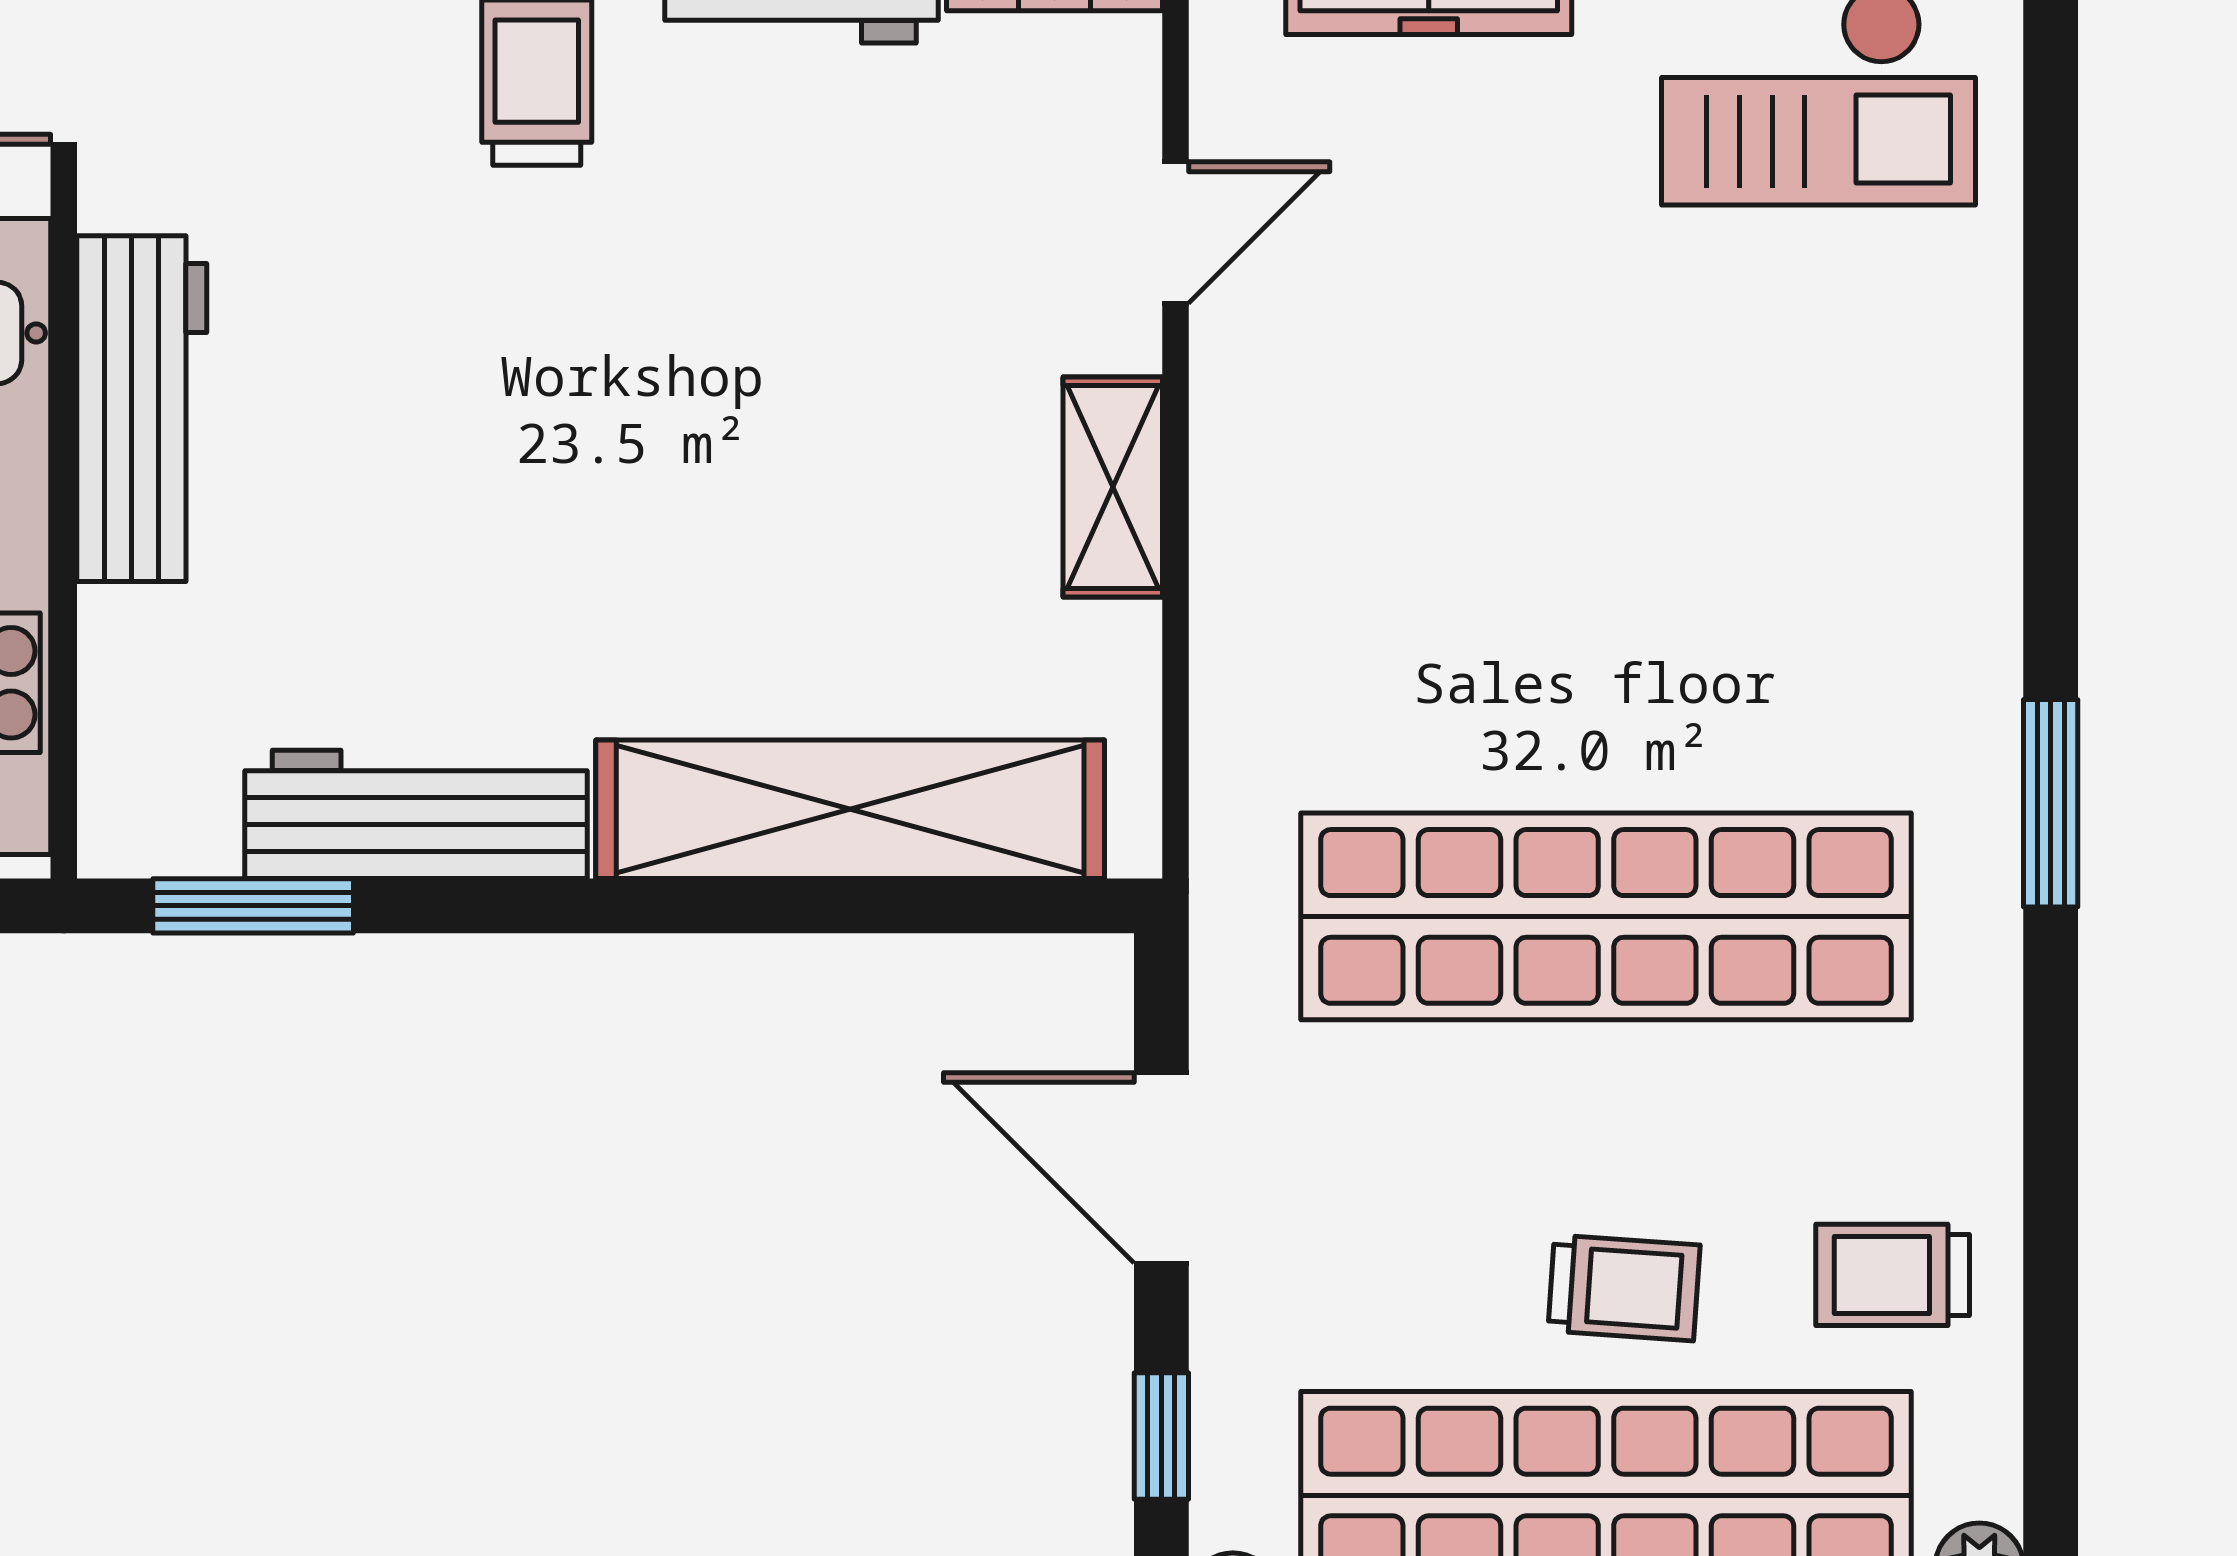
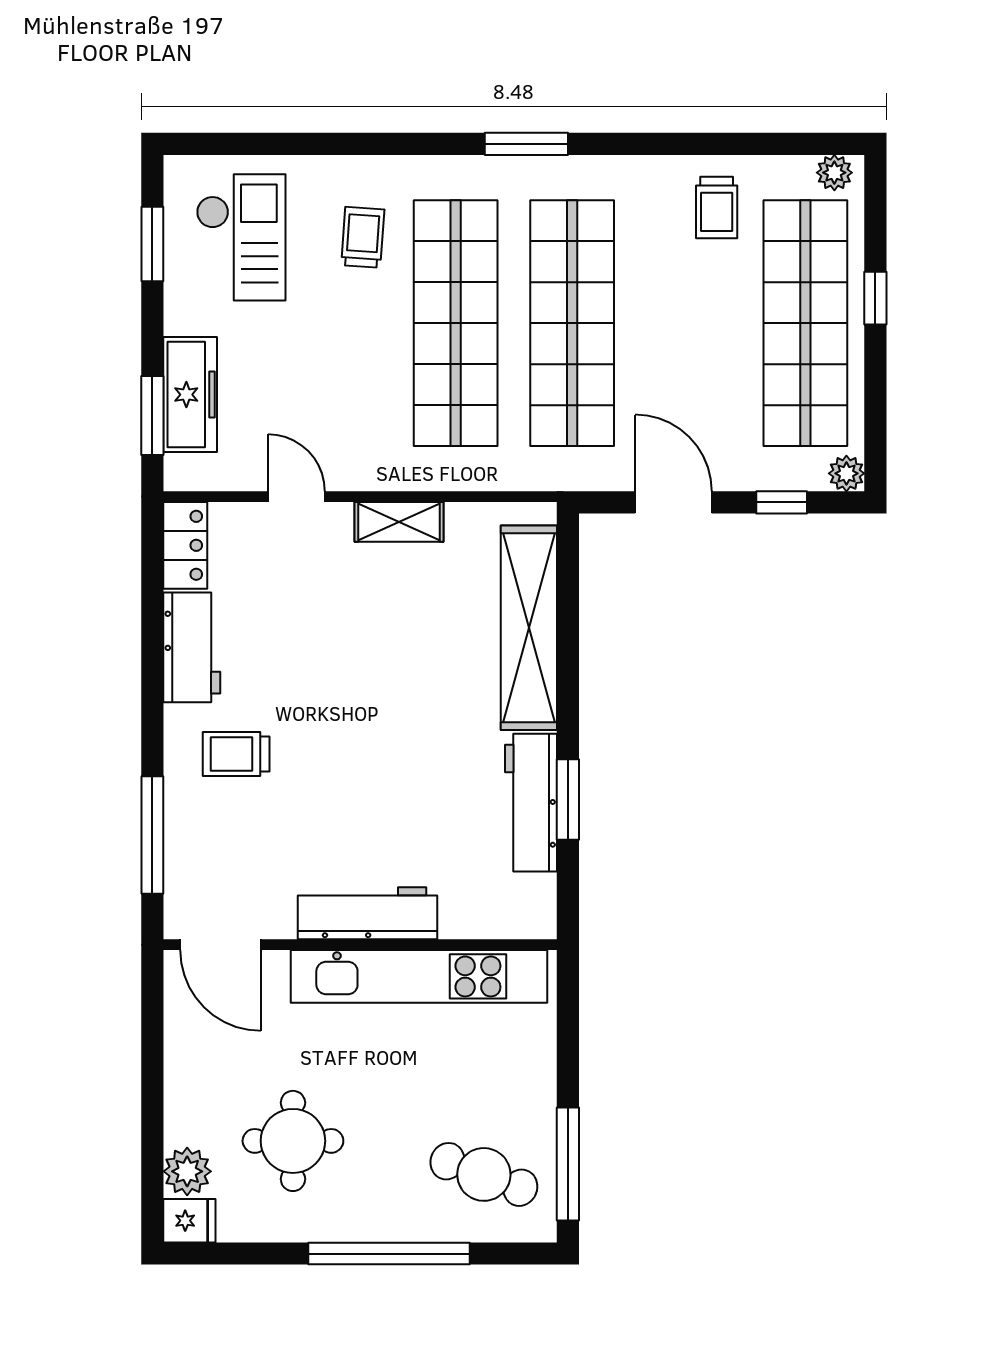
shop shelf: (1606, 627) -> (456, 323), added
window: (253, 906) -> (568, 800), moved
door: (1161, 1168) -> (673, 502), swing flipped
trolley: (1624, 1288) -> (363, 237), moved

